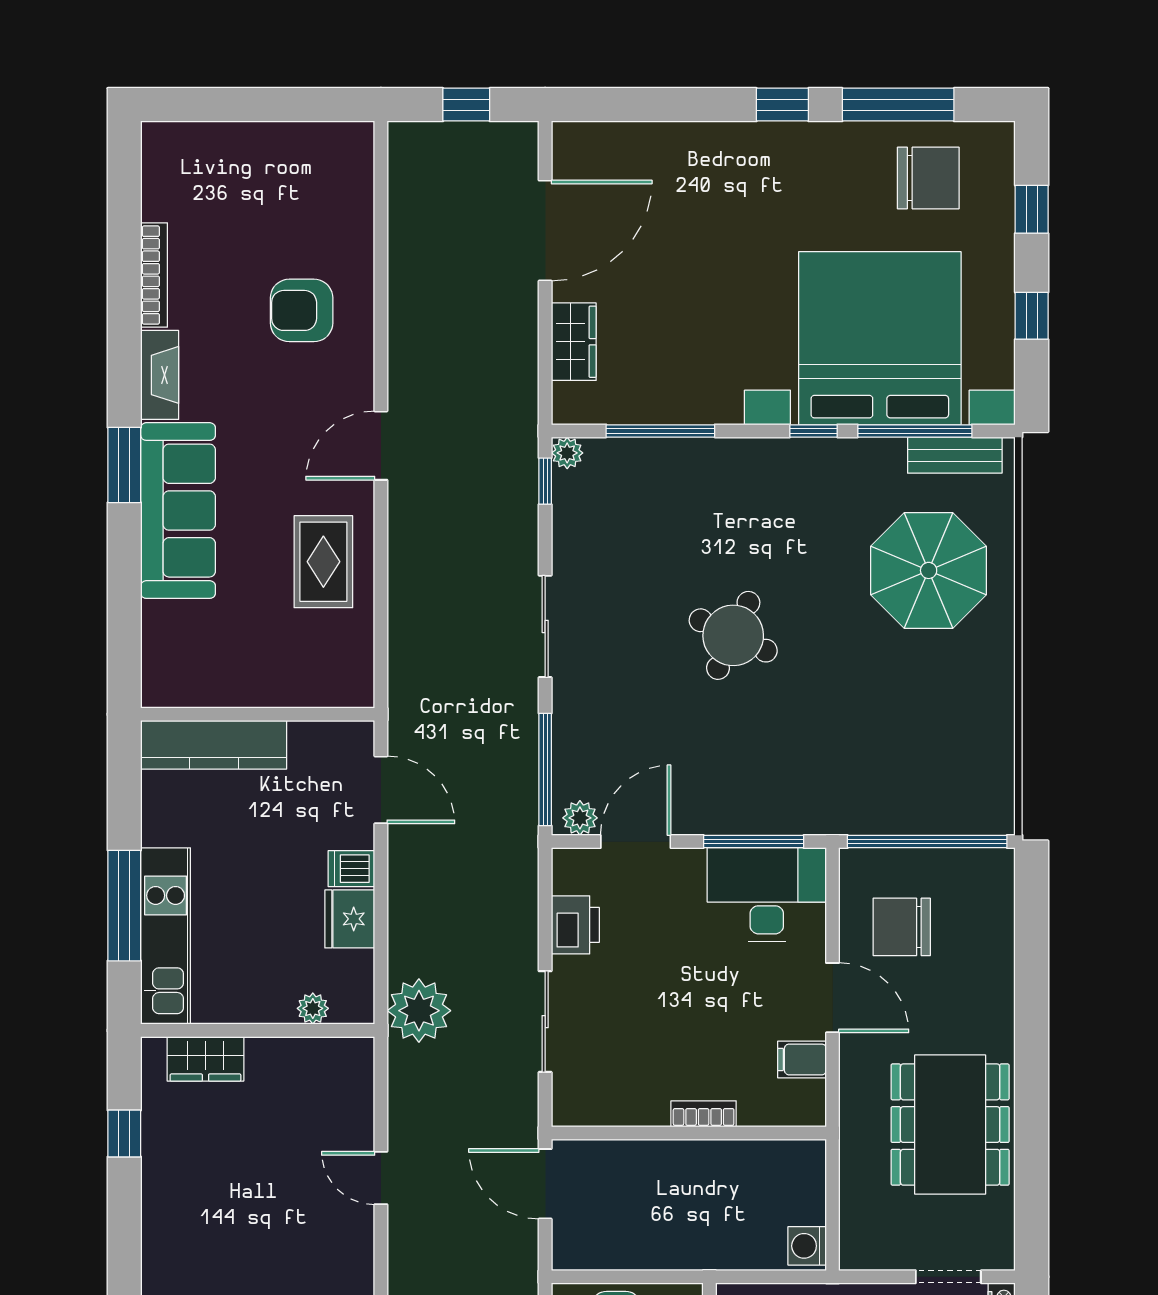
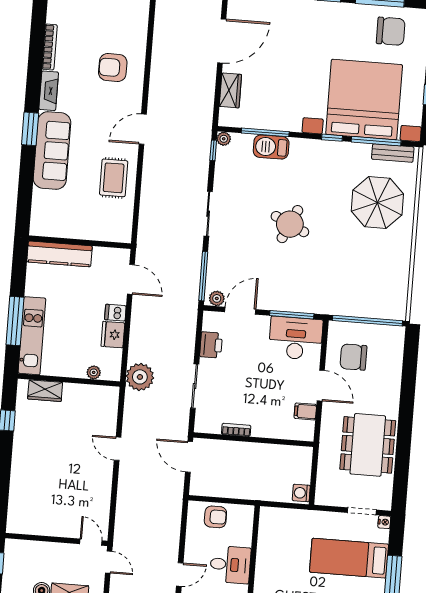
barbecue: (677, 463) -> (271, 147), added
bookcase: (704, 1114) -> (236, 430), moved

